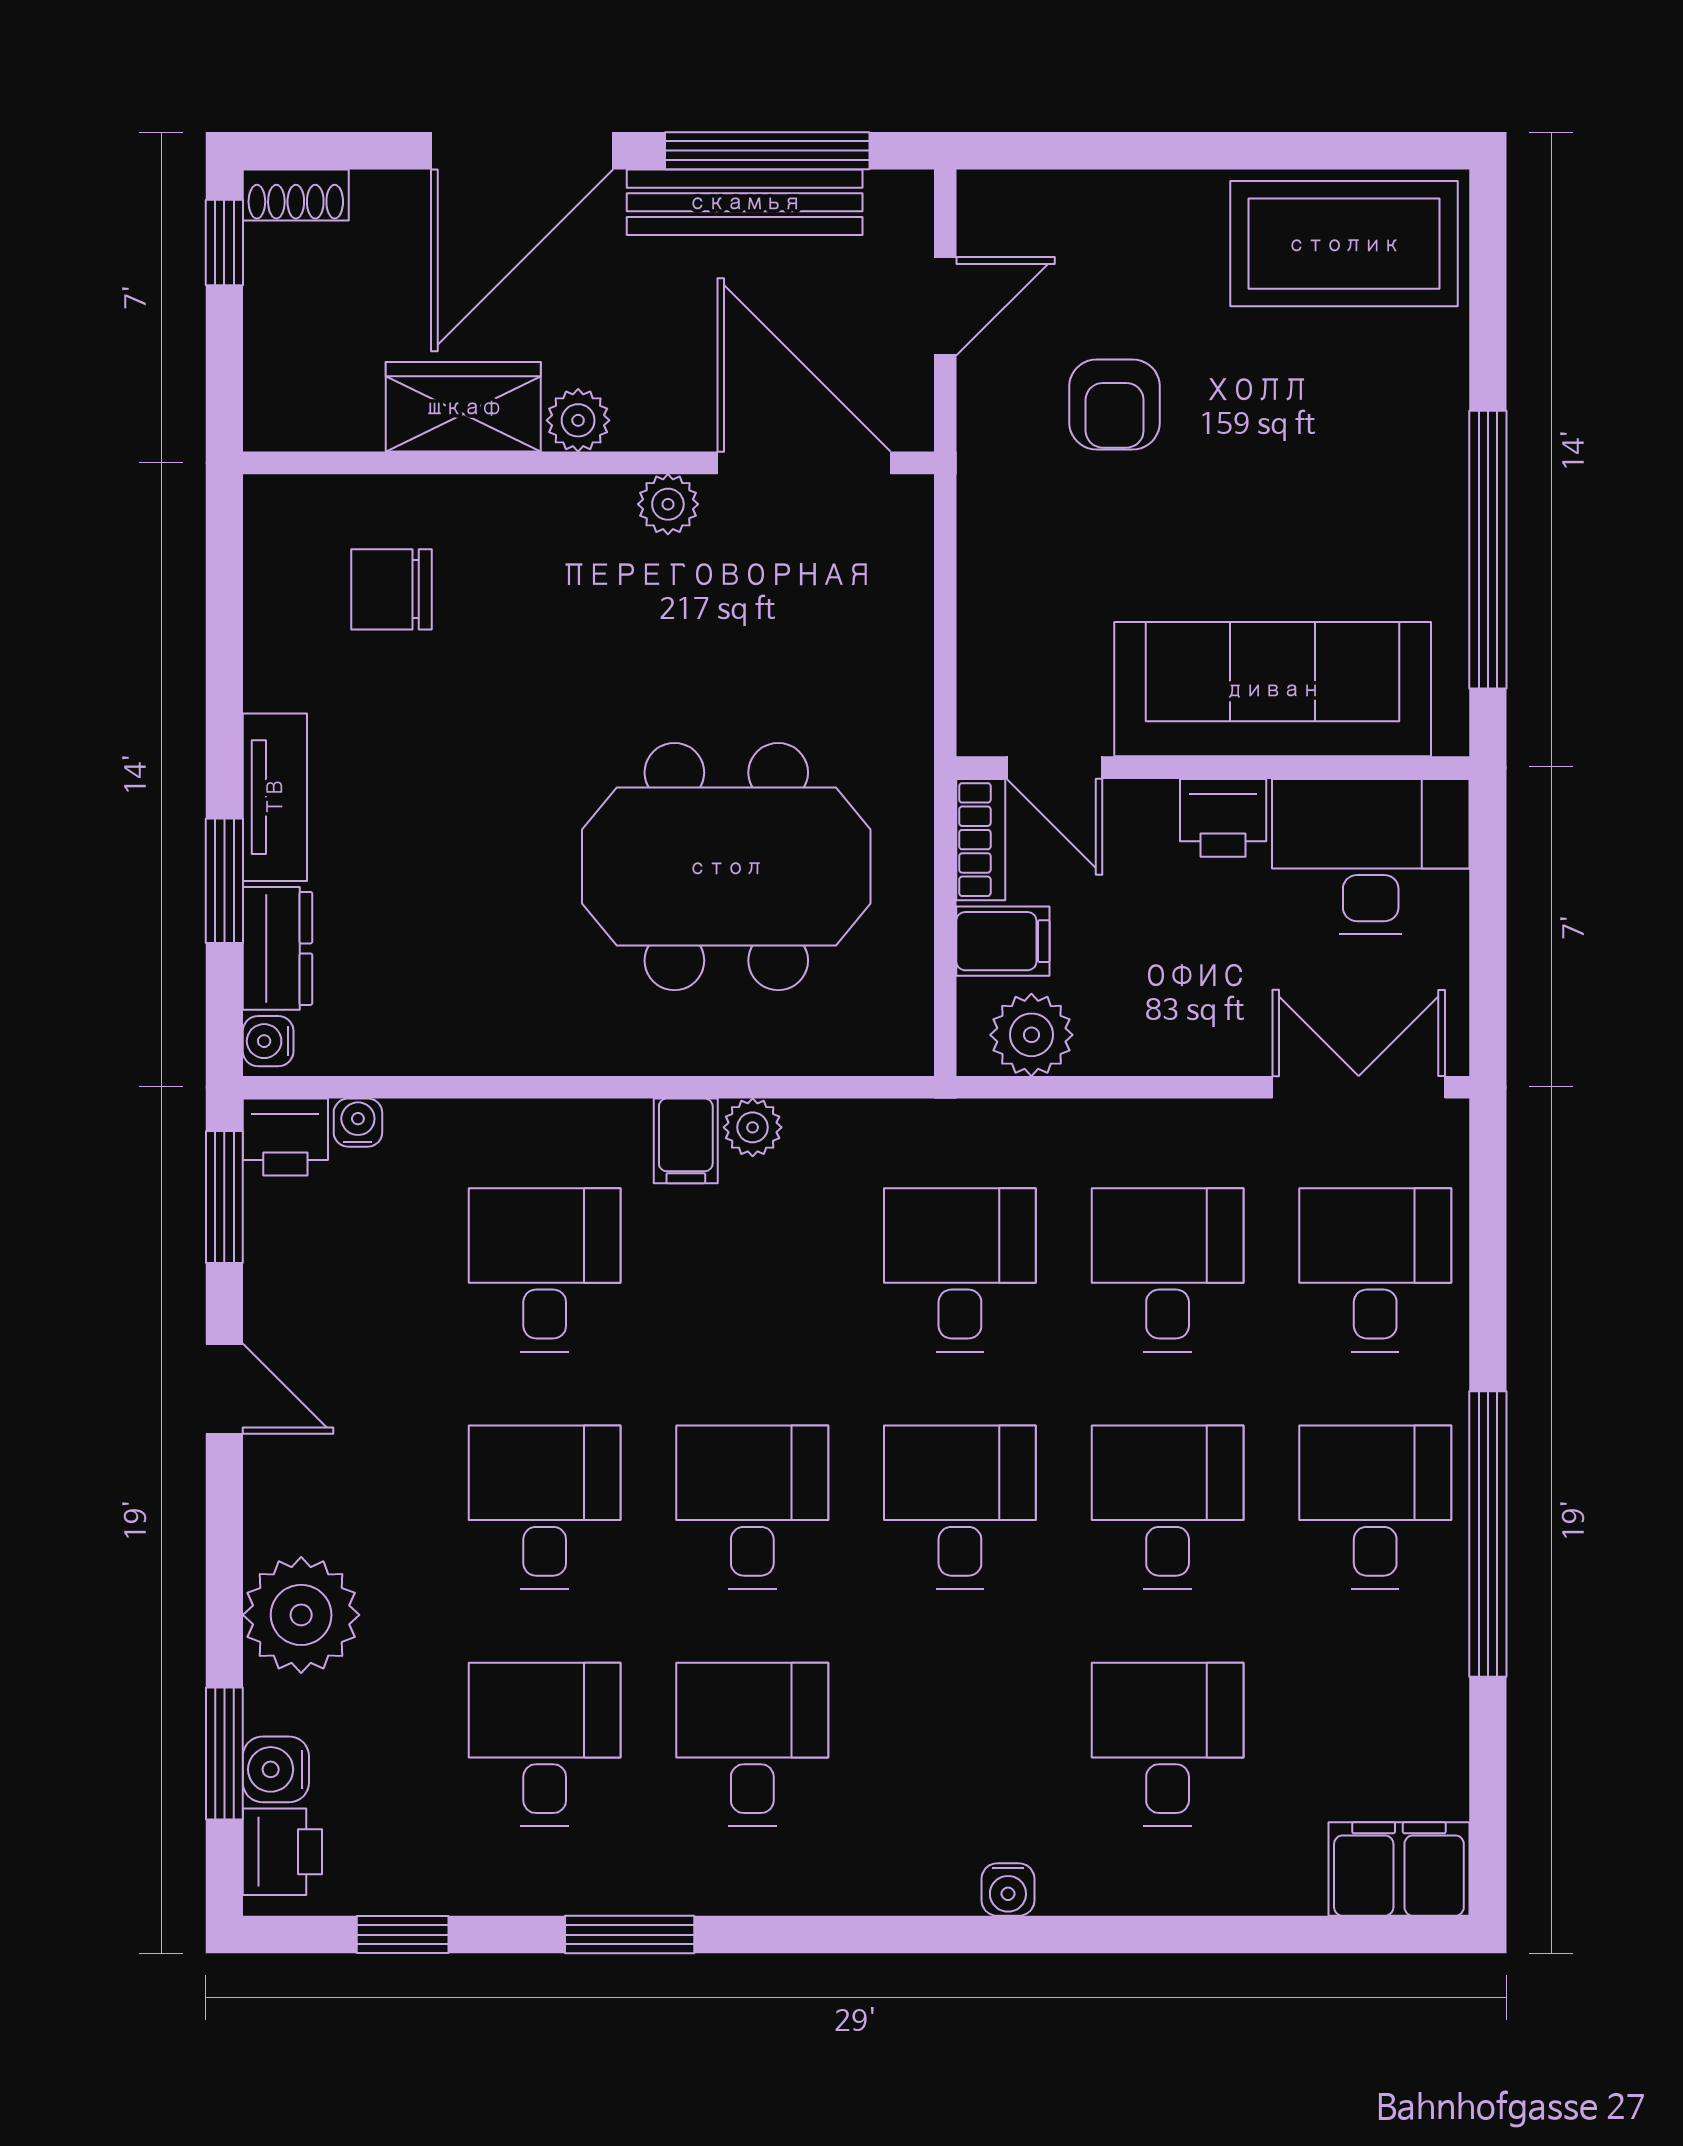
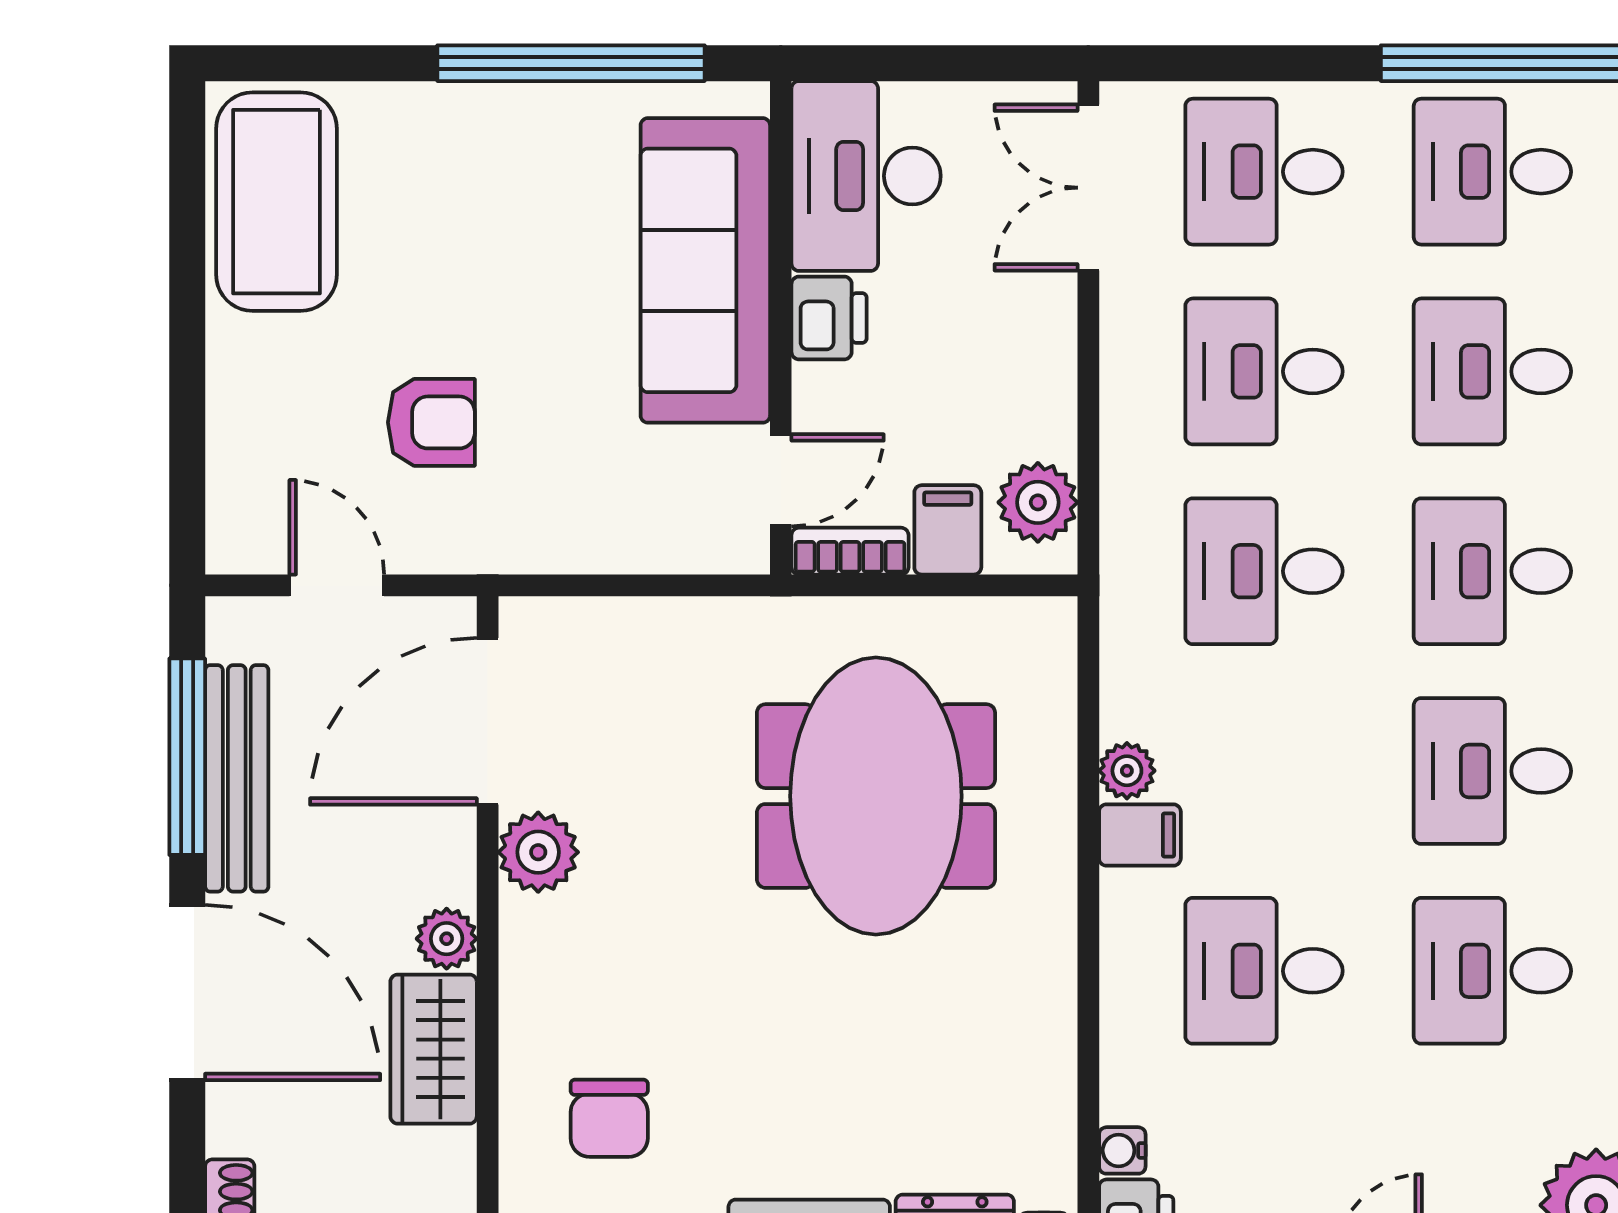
plant: (668, 504) -> (538, 852), width x1.38, depth x1.38

